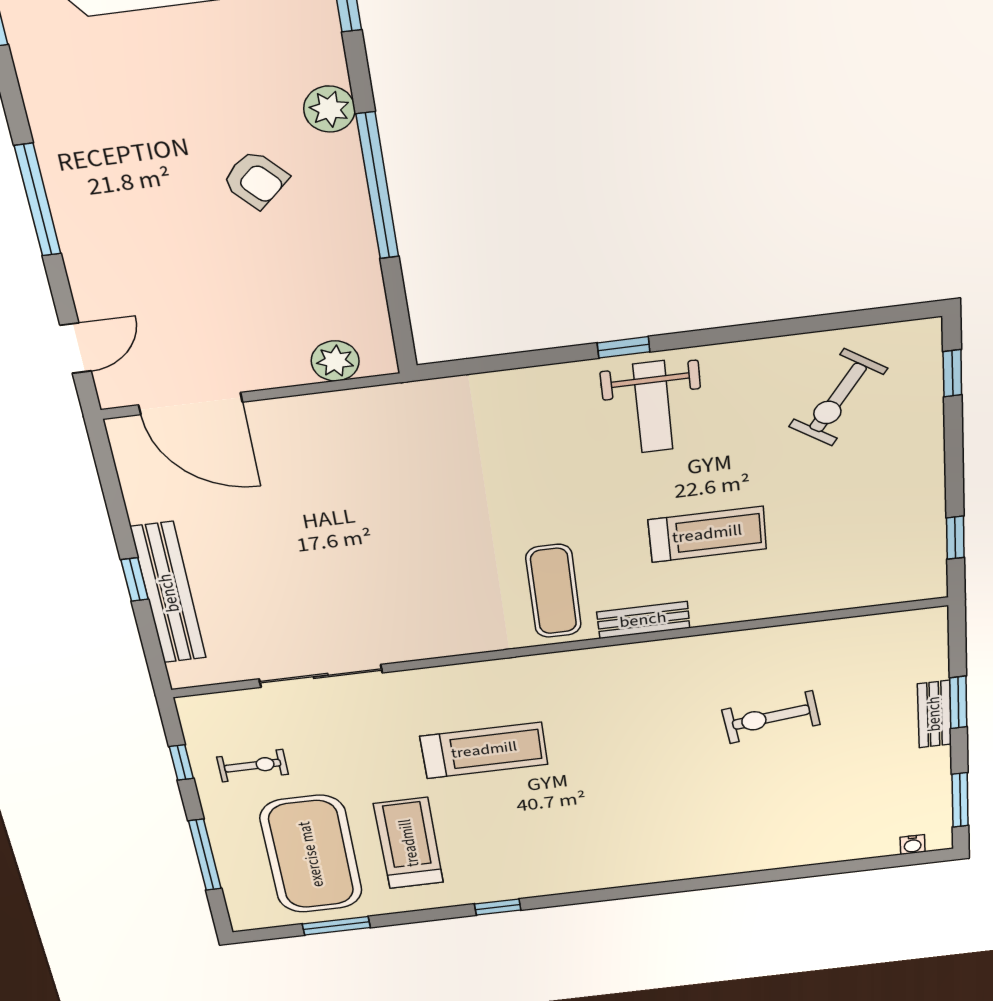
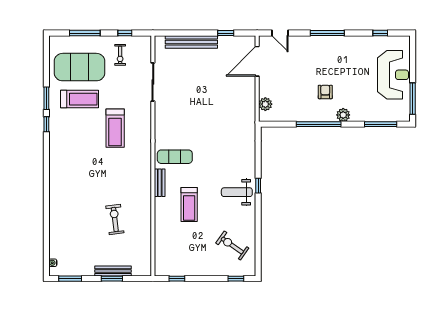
armchair: (255, 180) -> (325, 92), turned 133
window: (135, 580) -> (226, 33), moved
bench: (934, 714) -> (113, 271), width x1.36
window: (336, 926) -> (46, 98), moved

